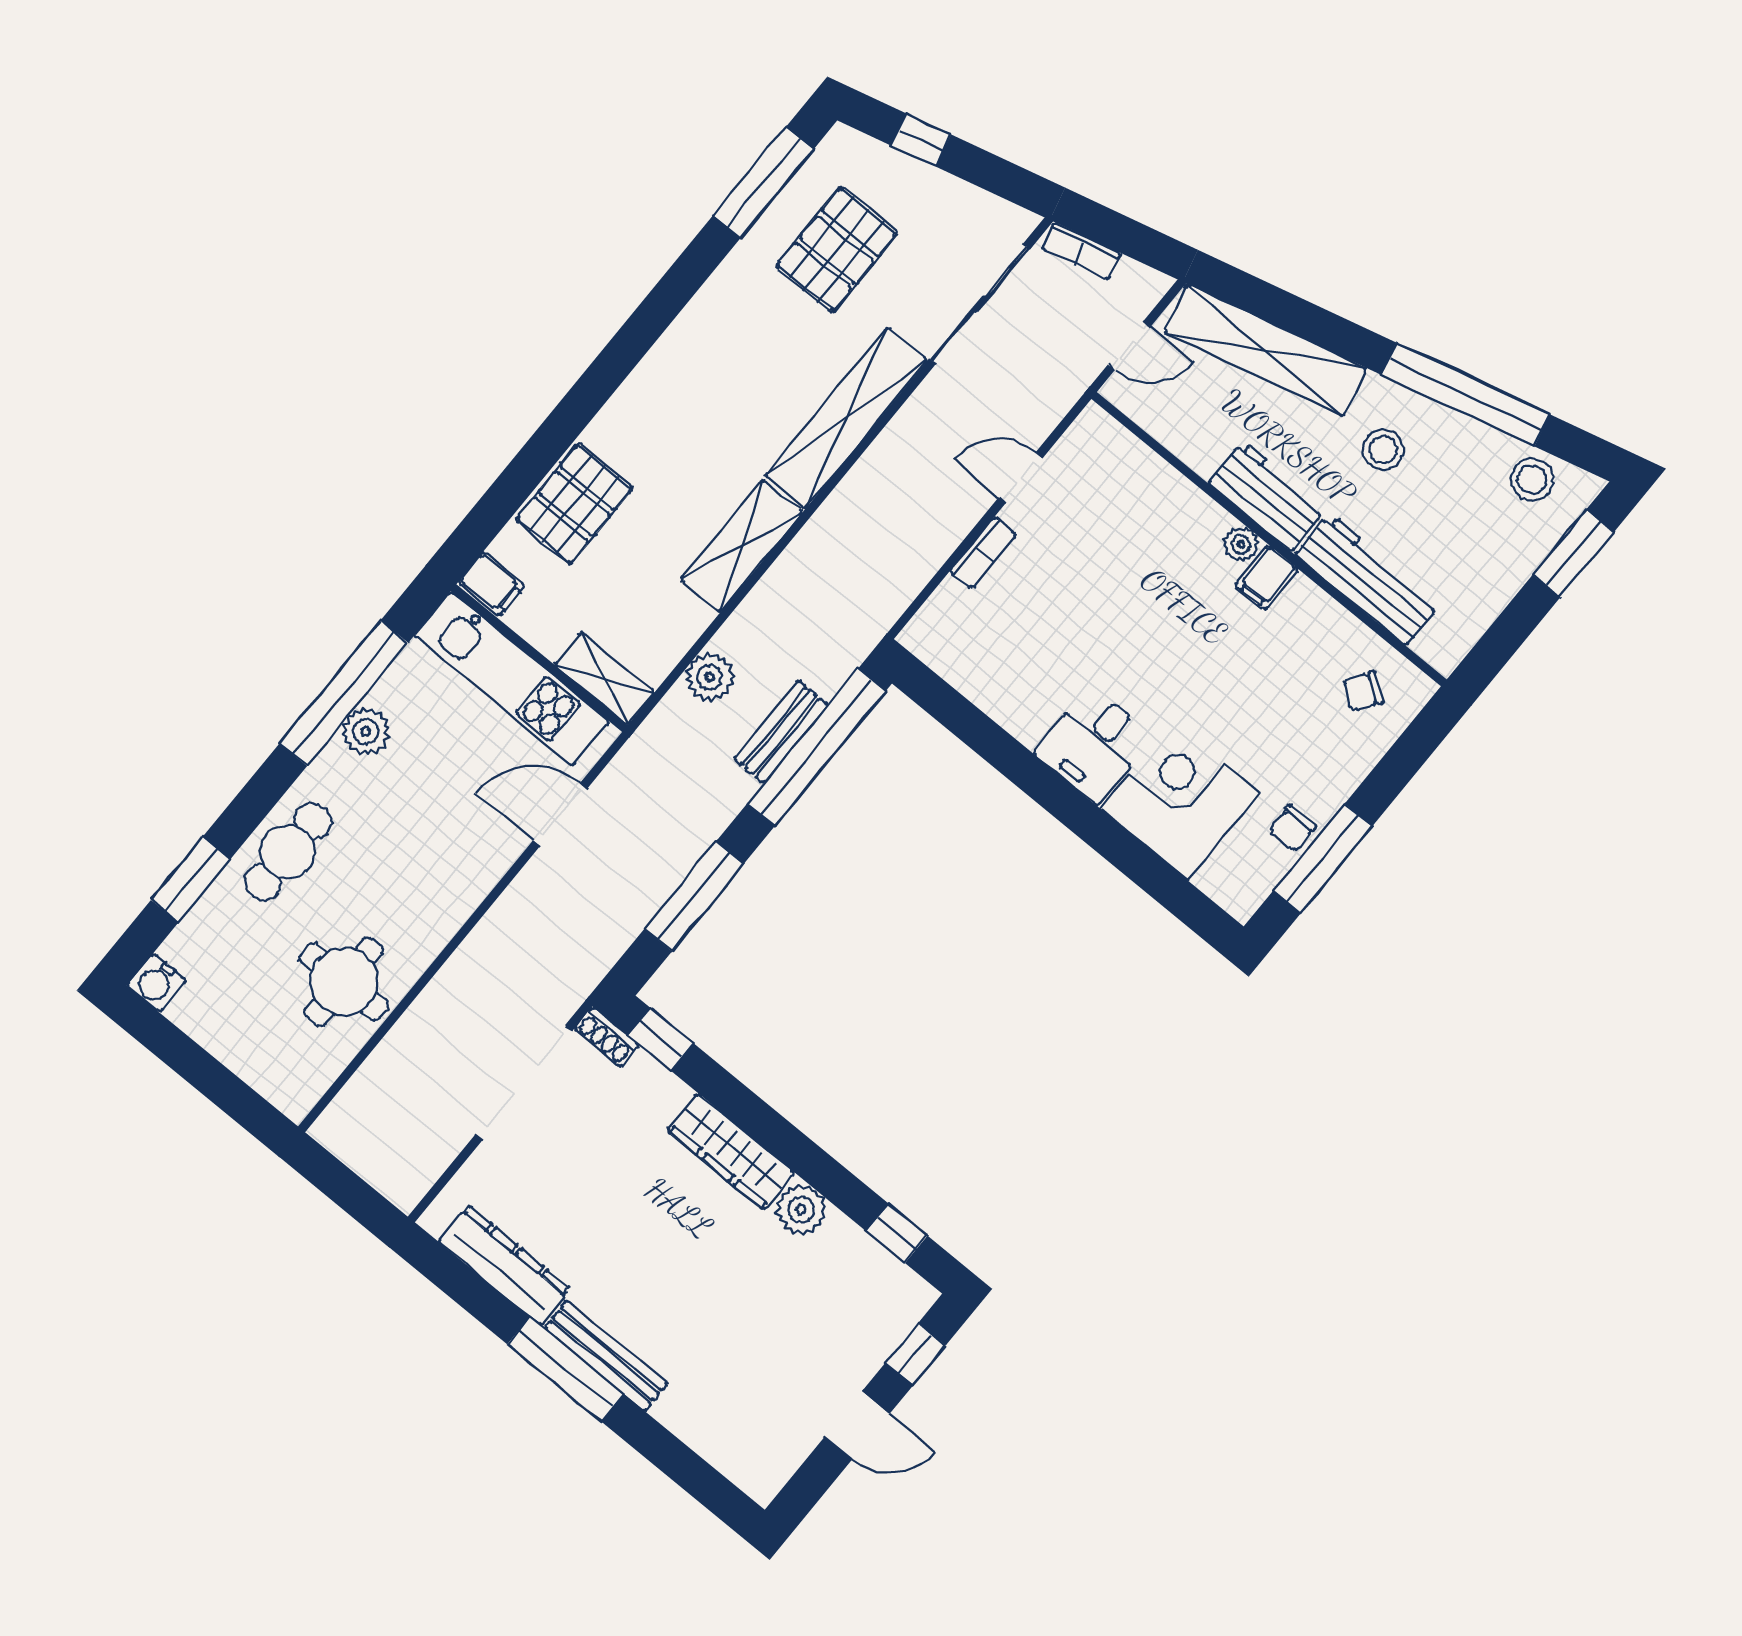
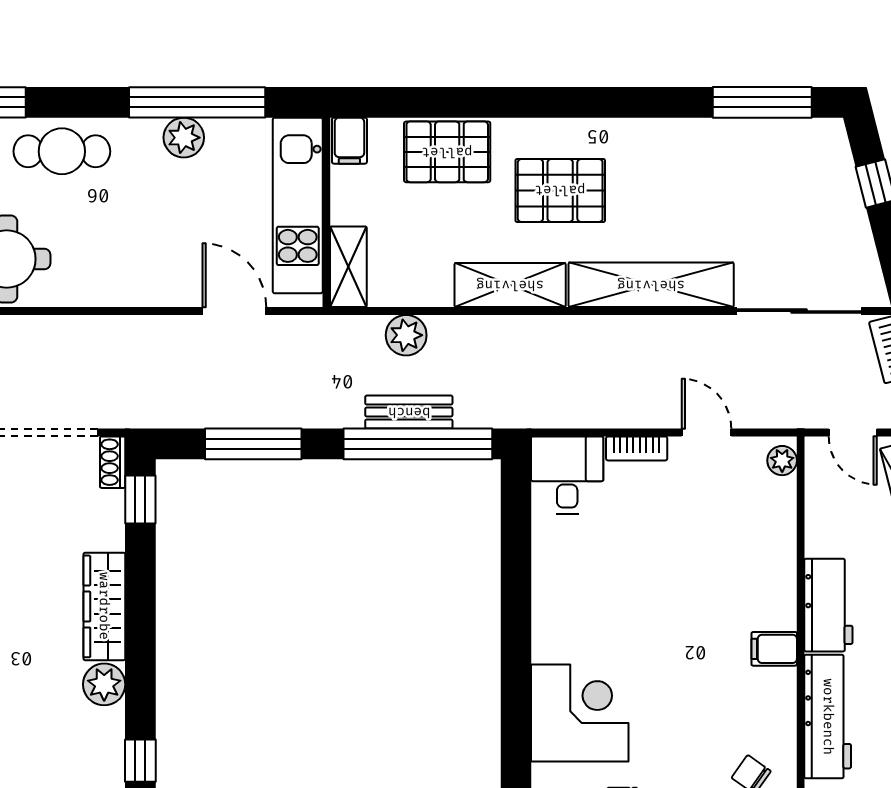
pallet: (836, 250) -> (560, 190), moved
plant: (1241, 544) -> (782, 461), moved
desk: (1094, 744) -> (567, 475), moved, turned 90

